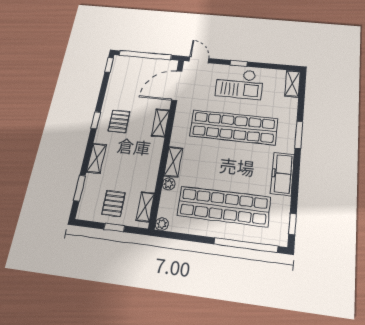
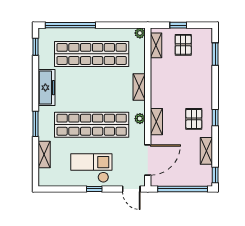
shelving: (293, 84) -> (44, 154), moved
shelving: (96, 158) -> (206, 151), moved
plant: (169, 184) -> (140, 119), moved

